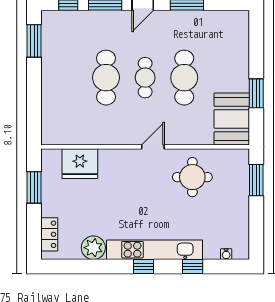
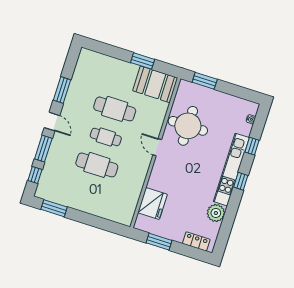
round table: (192, 177) -> (188, 126), width x1.36, depth x1.36

